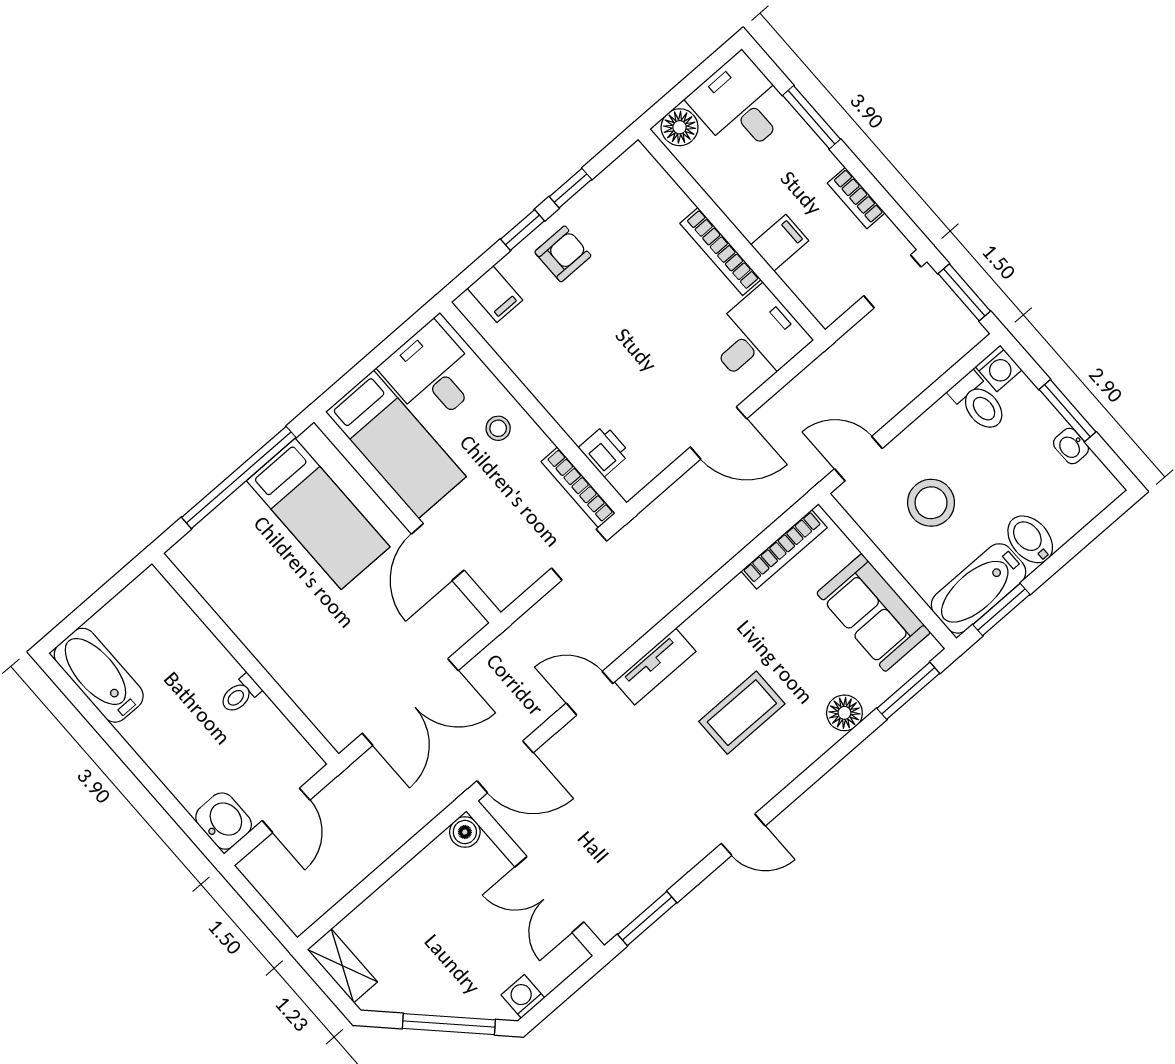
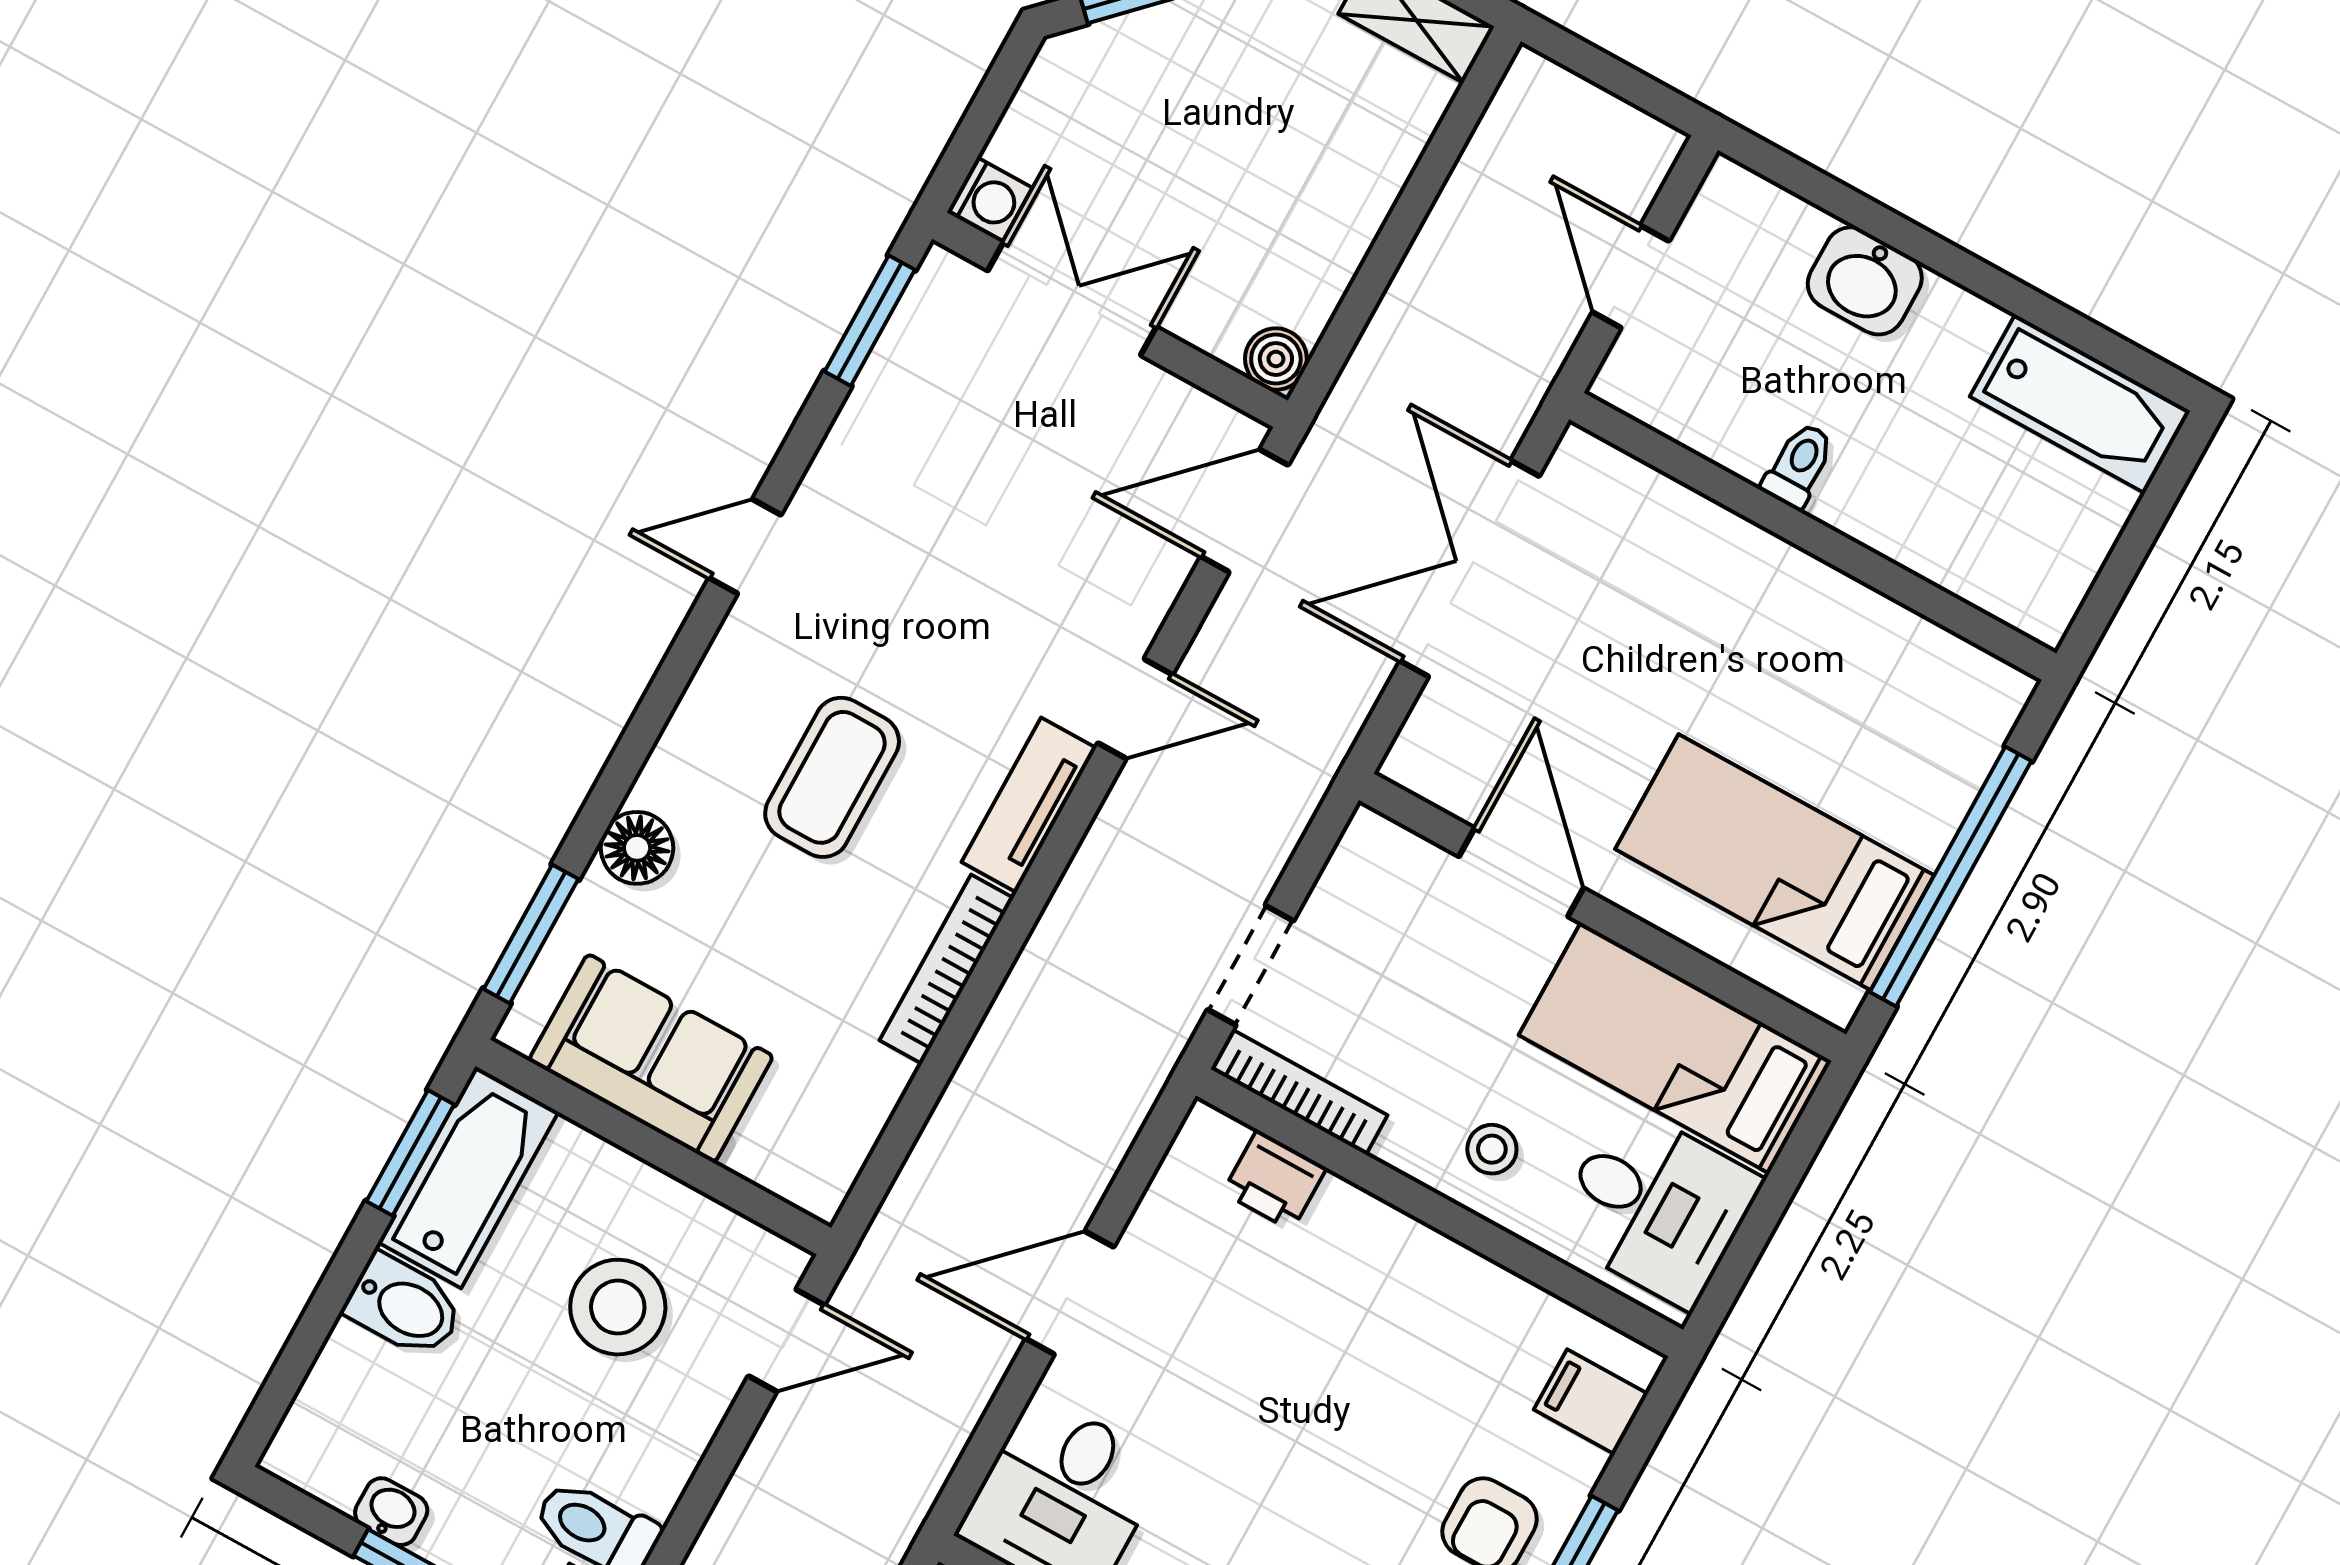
bookcase: (784, 549) -> (947, 969), moved
washbasin: (224, 821) -> (1865, 281), moved
washing machine: (523, 996) -> (989, 200), moved

